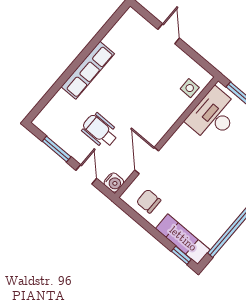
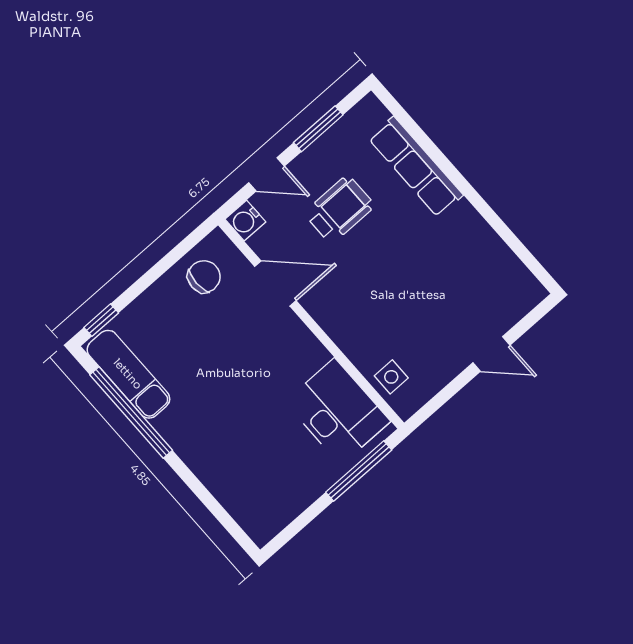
row of seats: (88, 70) -> (416, 167), moved
exam couch: (183, 239) -> (128, 374), moved, turned -90

